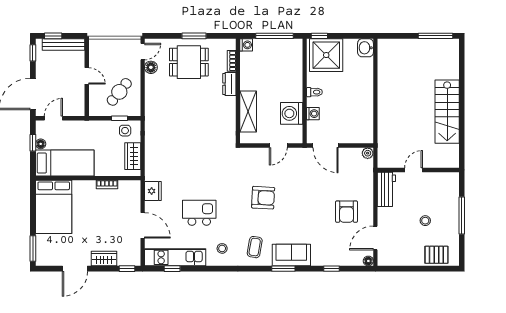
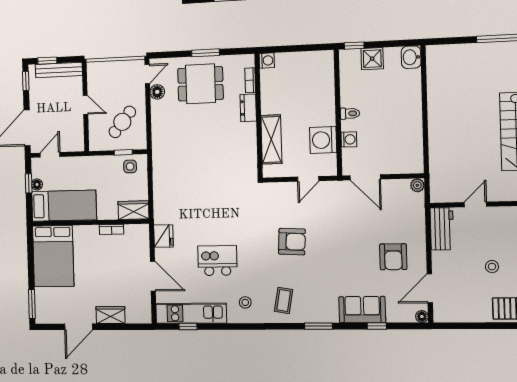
window: (275, 36) -> (300, 48), removed
shower: (326, 55) -> (372, 59), width x0.54, depth x0.54
wardrobe: (133, 156) -> (133, 210), moved, turned 90
sofa: (291, 255) -> (362, 310), moved
window: (127, 269) -> (137, 327), removed

